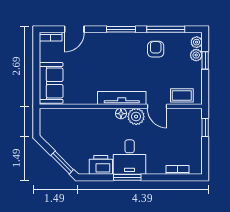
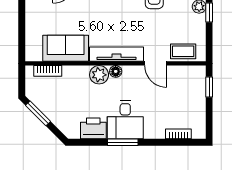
sofa: (51, 83) -> (66, 48), moved, turned -90
bookcase: (60, 113) -> (48, 71), added
plant: (136, 117) -> (99, 75), moved
window: (62, 162) -> (38, 113), moved

